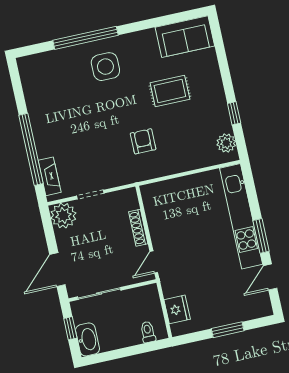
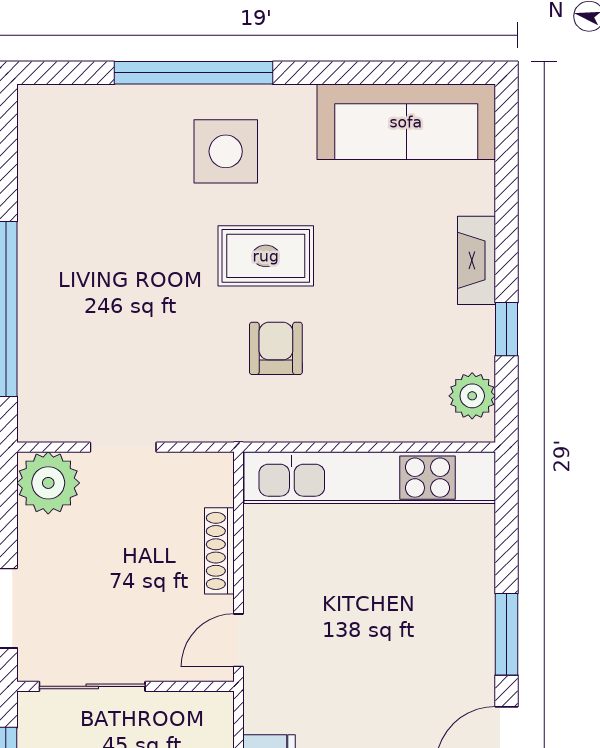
sofa: (185, 37) -> (406, 122), width x1.36
rug: (170, 91) -> (266, 256), moved
fireplace: (50, 176) -> (477, 260), moved, turned 180
kitchen unit: (241, 216) -> (370, 478), moved, turned -90

